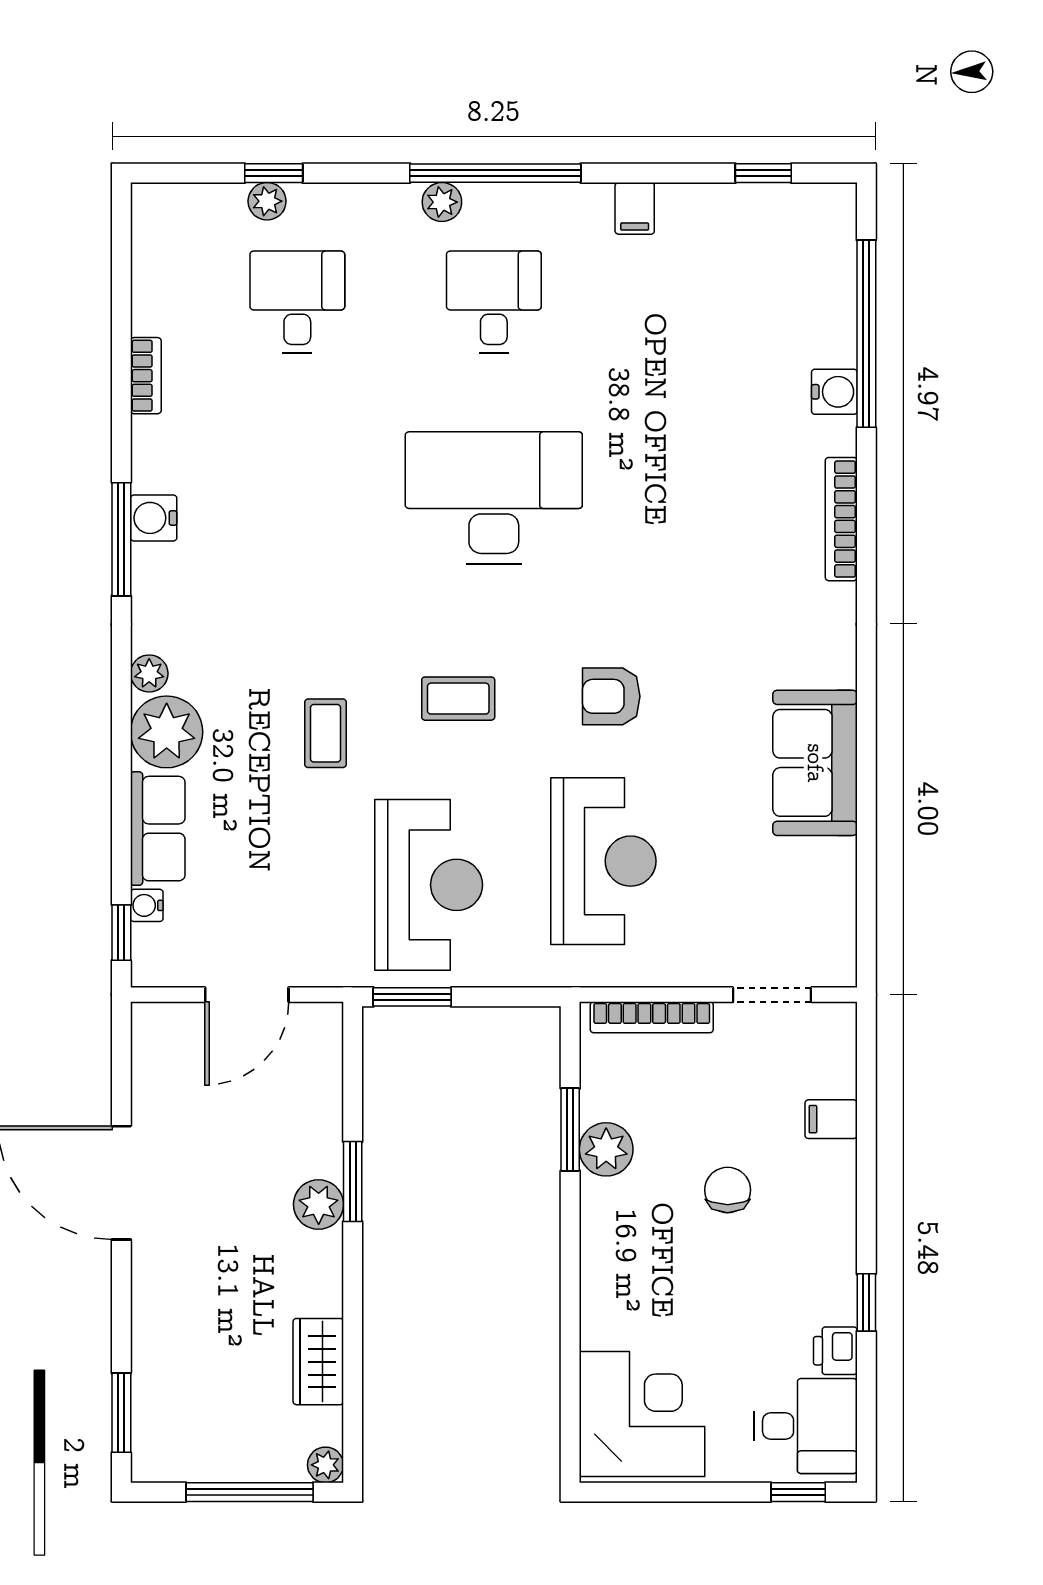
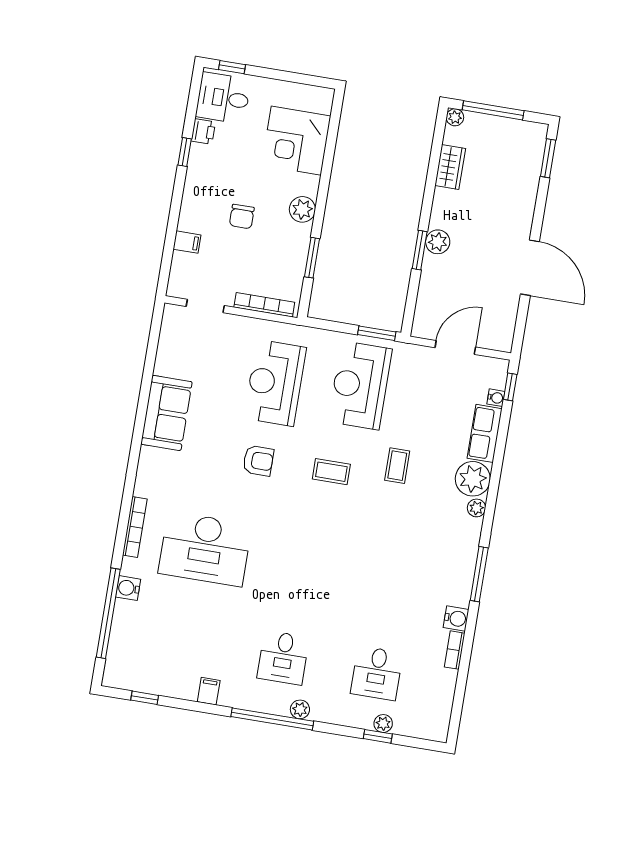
desk: (494, 498) -> (205, 549), moved
water cooler: (154, 518) -> (456, 618), moved
plant: (606, 1149) -> (302, 209), moved
corner desk: (642, 1414) -> (296, 141), moved

